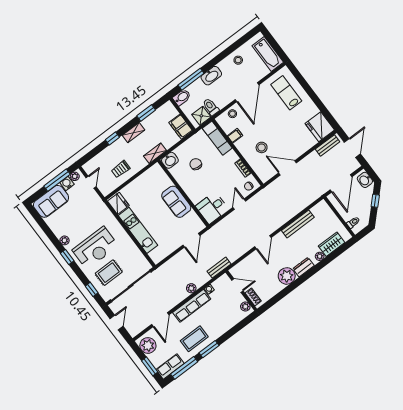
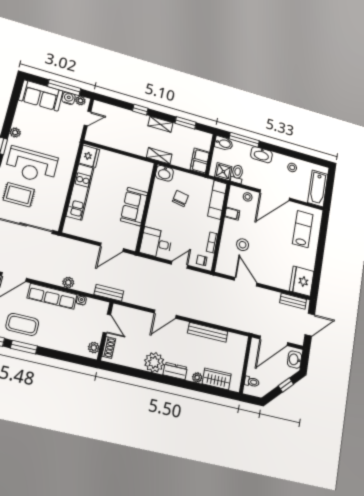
trolley: (121, 169) -> (121, 136), removed

